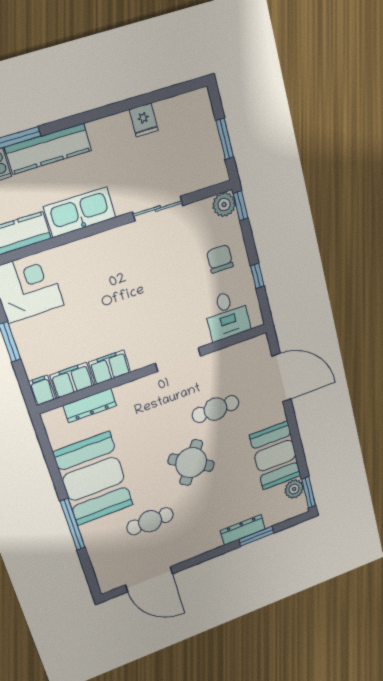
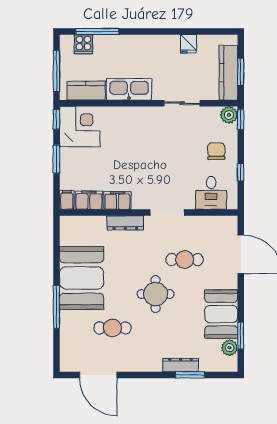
kitchen counter: (48, 149) -> (228, 73), moved, turned 90
dresser: (90, 405) -> (125, 223), moved
round table: (191, 463) -> (156, 294), turned -32
window: (309, 492) -> (241, 336), moved

